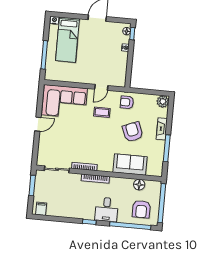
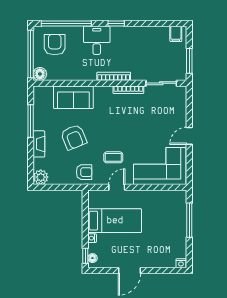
bed: (67, 40) -> (115, 221), moved, turned 90
floor lamp: (139, 185) -> (40, 74), moved

